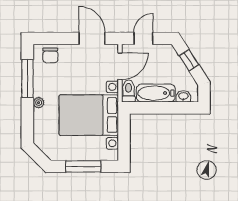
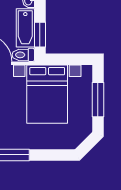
plant: (39, 103) -> (35, 144), removed
window: (149, 108) -> (40, 35), added

